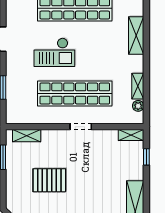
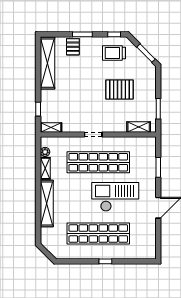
shelving: (136, 35) -> (47, 203), width x1.47
checkout: (54, 52) -> (115, 197), width x1.36, depth x1.21

